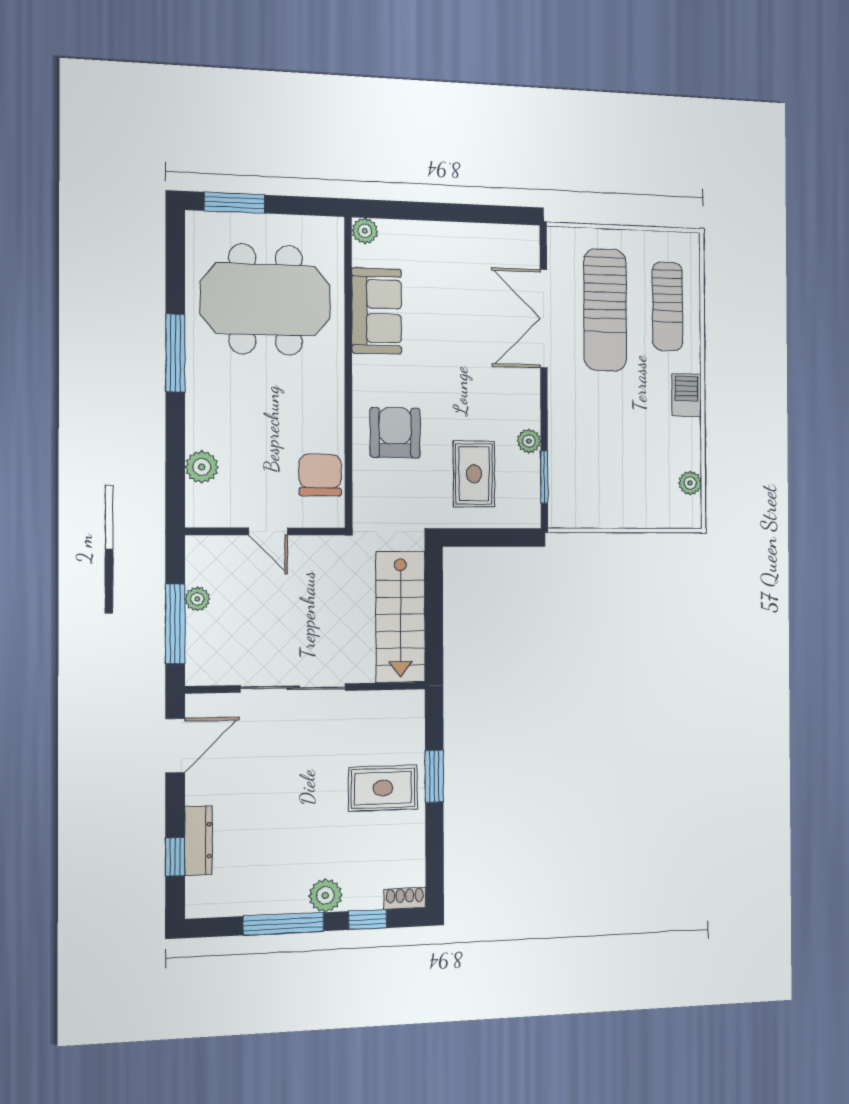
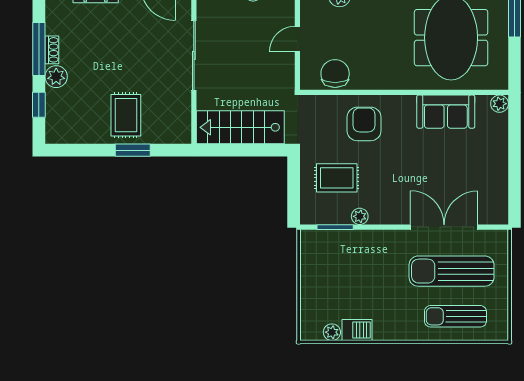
barbecue: (687, 395) -> (357, 330), moved
armchair: (395, 433) -> (364, 124), turned -90
chair: (320, 475) -> (335, 74), turned -90
shoe rack: (405, 898) -> (52, 50), moved

